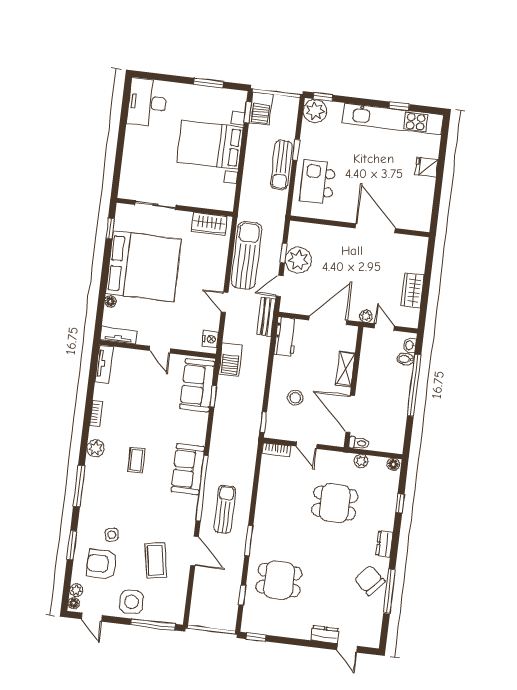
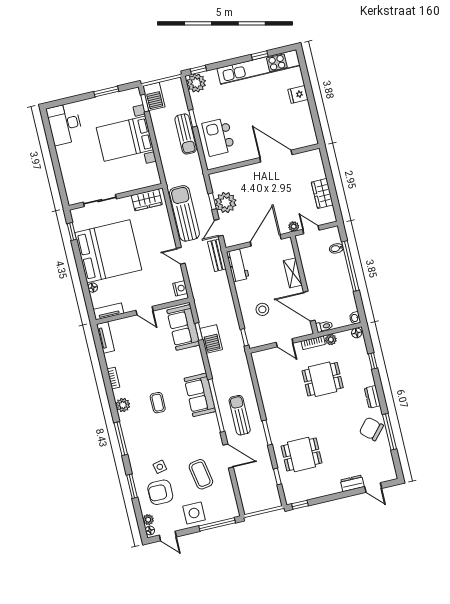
washbasin: (410, 345) -> (355, 318), moved
barbecue: (231, 360) -> (211, 339), moved
bookcase: (276, 450) -> (313, 343), moved

